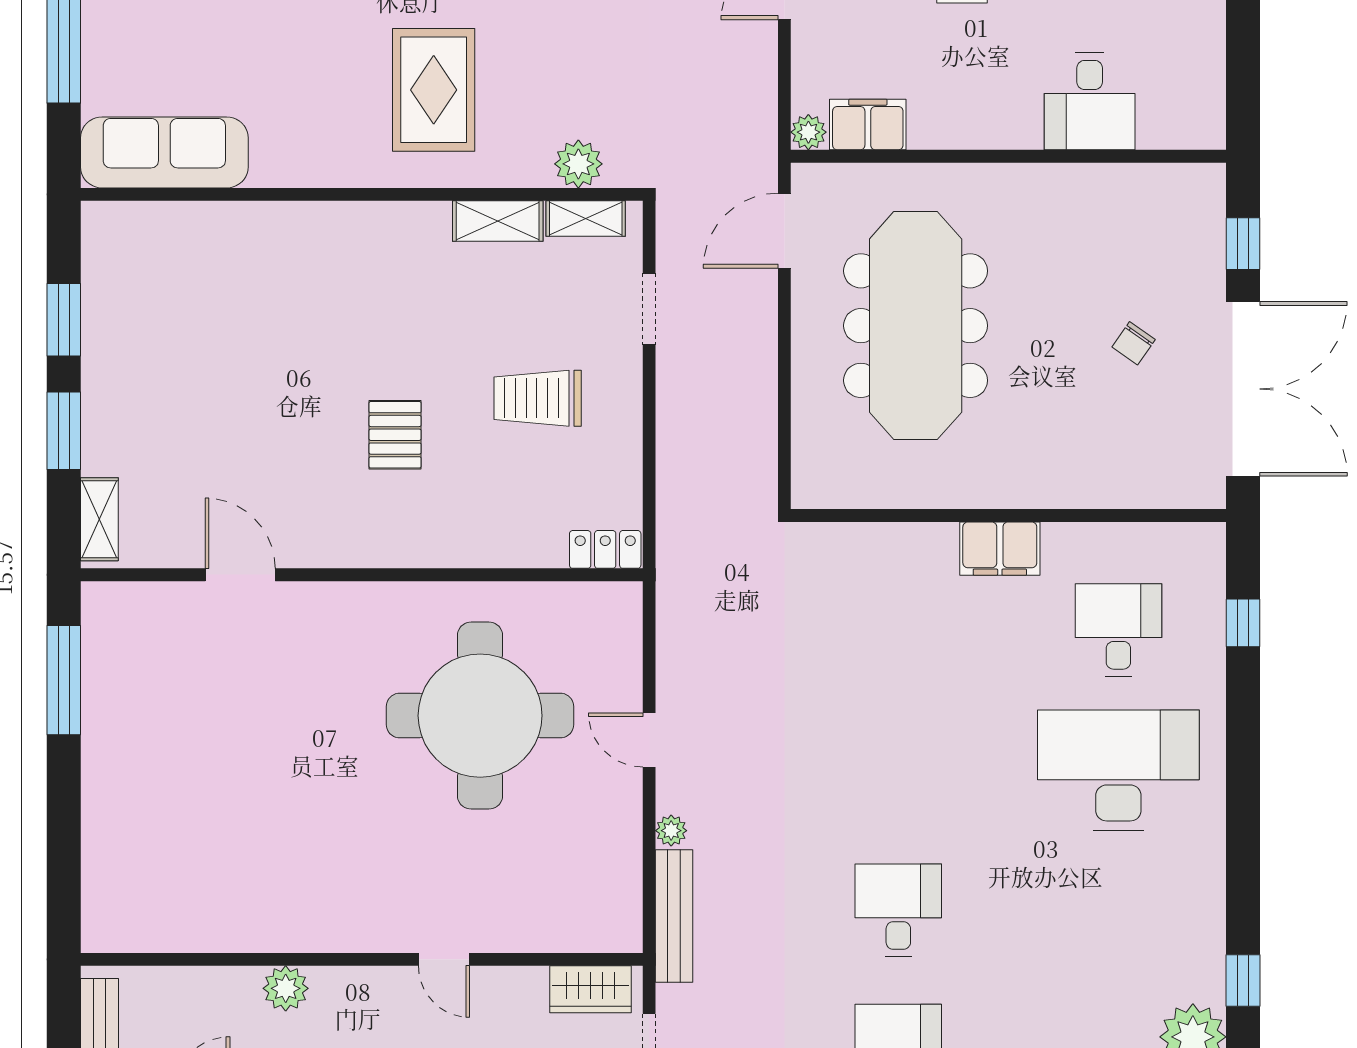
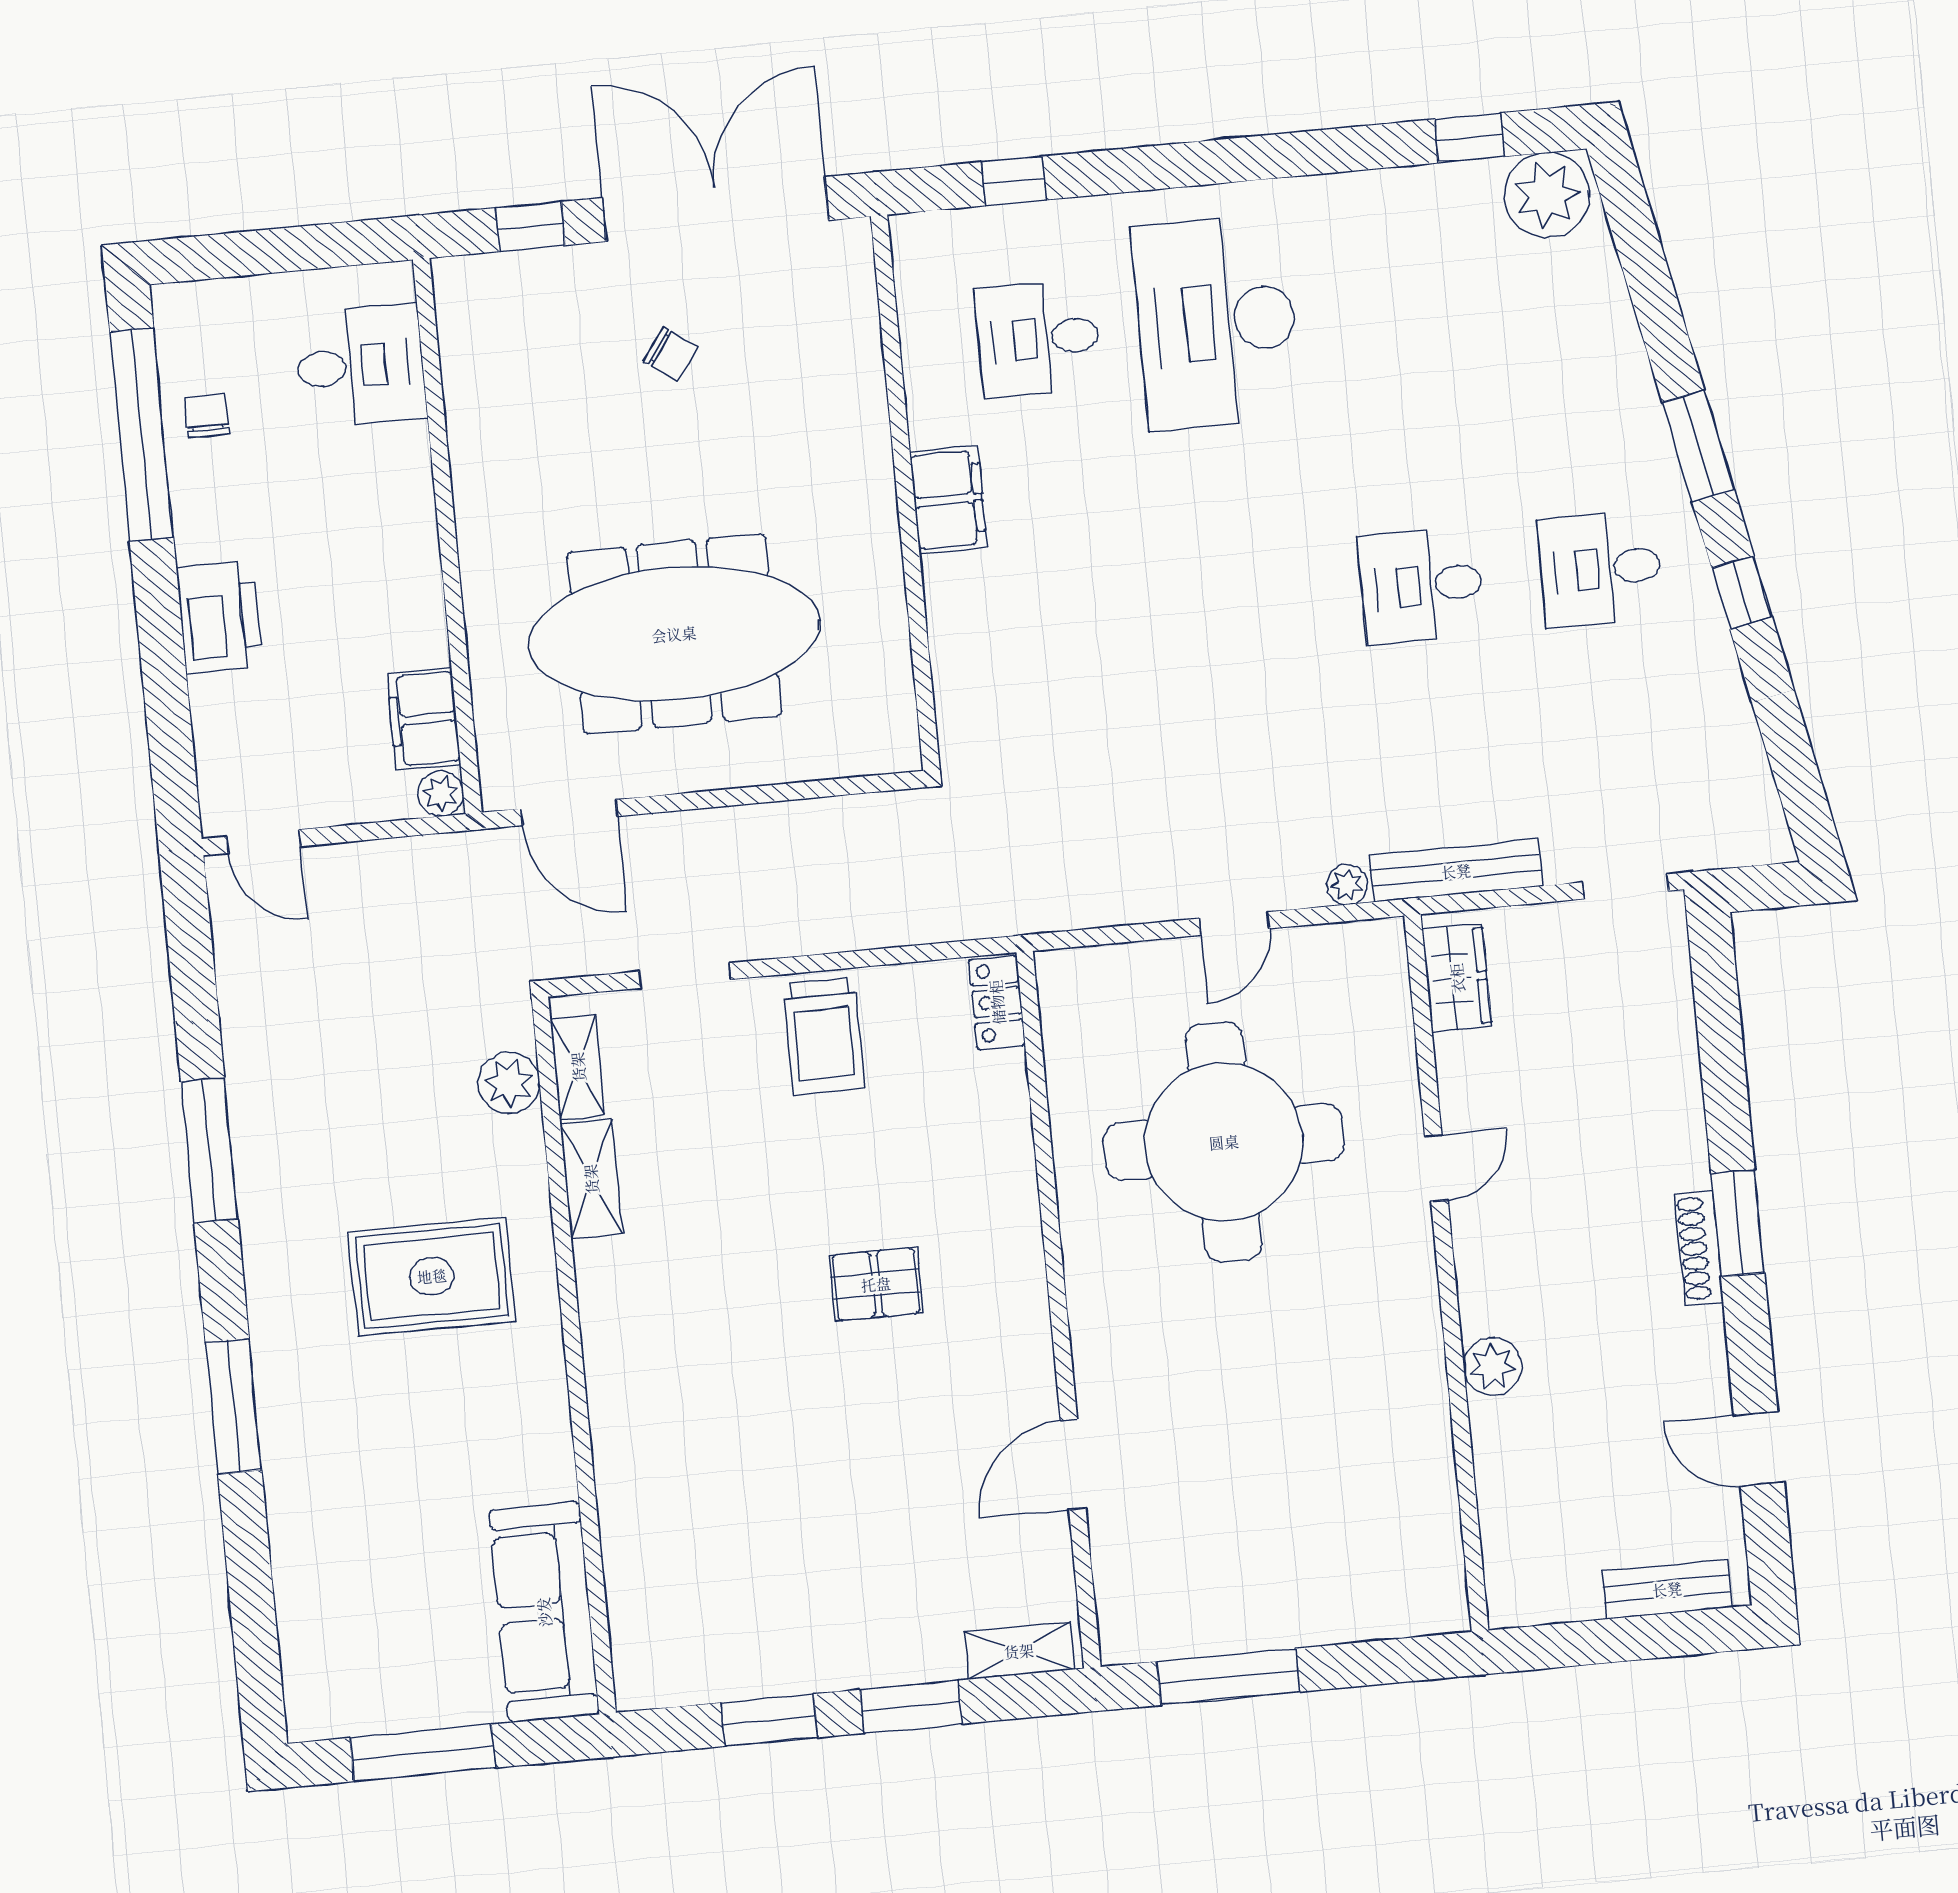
desk: (1090, 101) -> (361, 365), moved
trolley: (538, 398) -> (823, 1036), moved
wall: (362, 959) -> (1446, 1273), moved
door: (444, 959) -> (1436, 1168), moved
plant: (286, 988) -> (1492, 1366), moved
wardrobe: (591, 989) -> (1457, 978), moved

